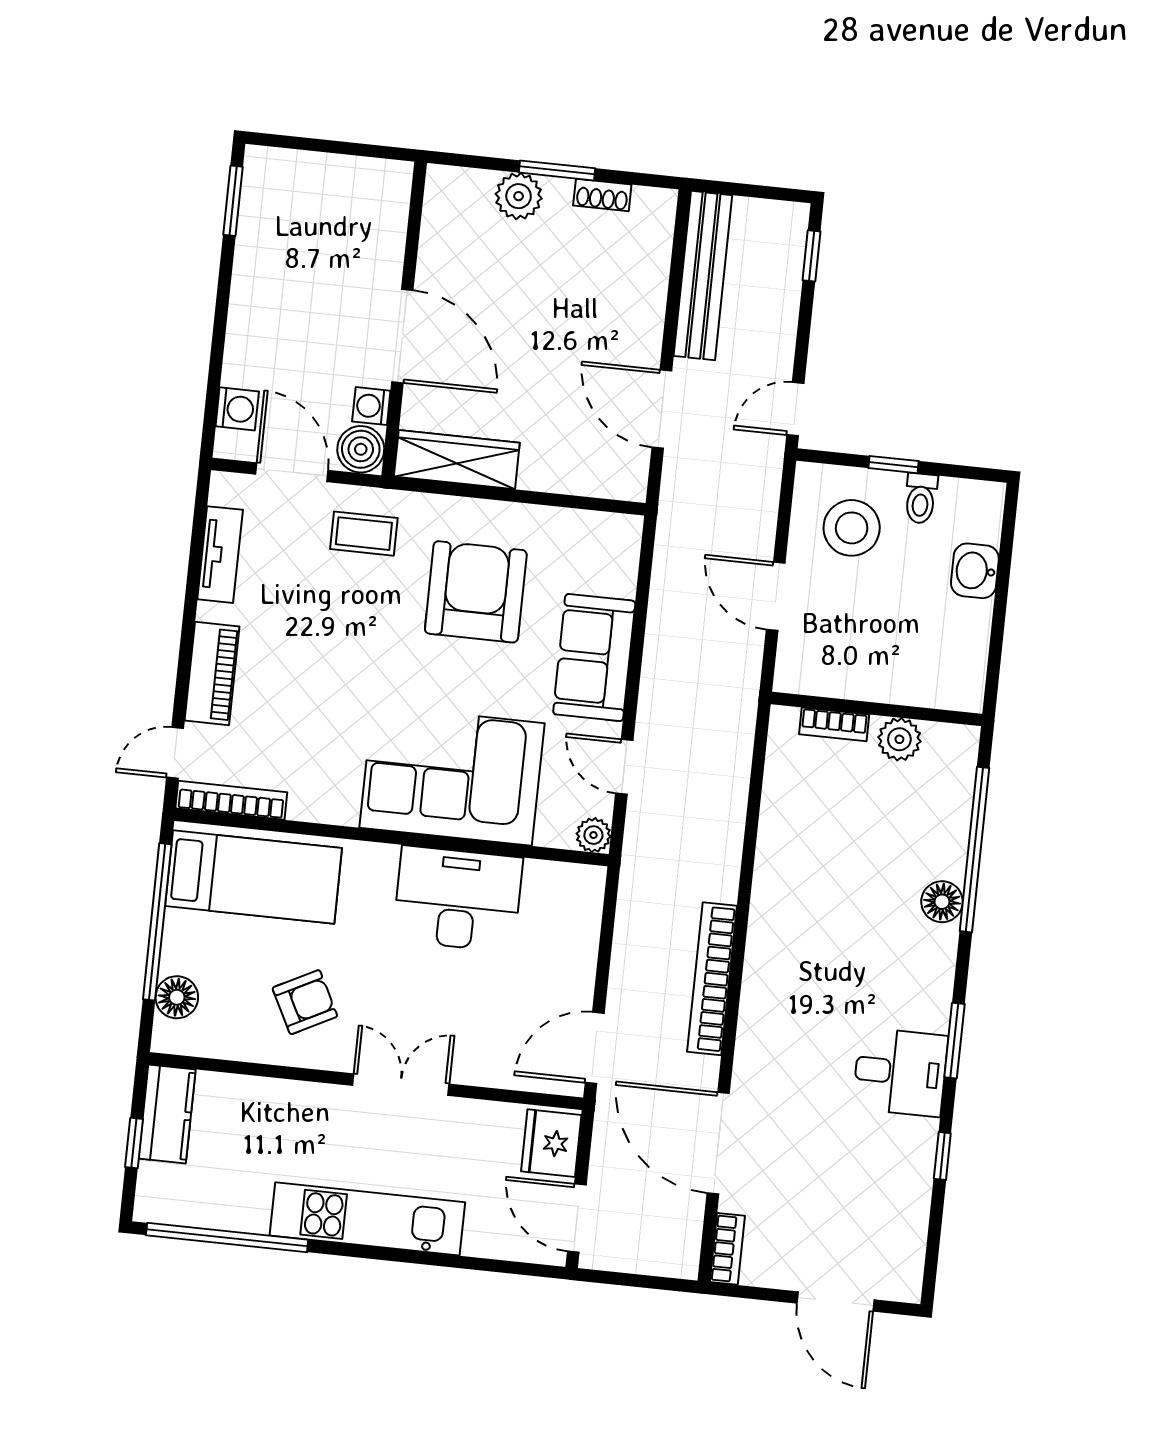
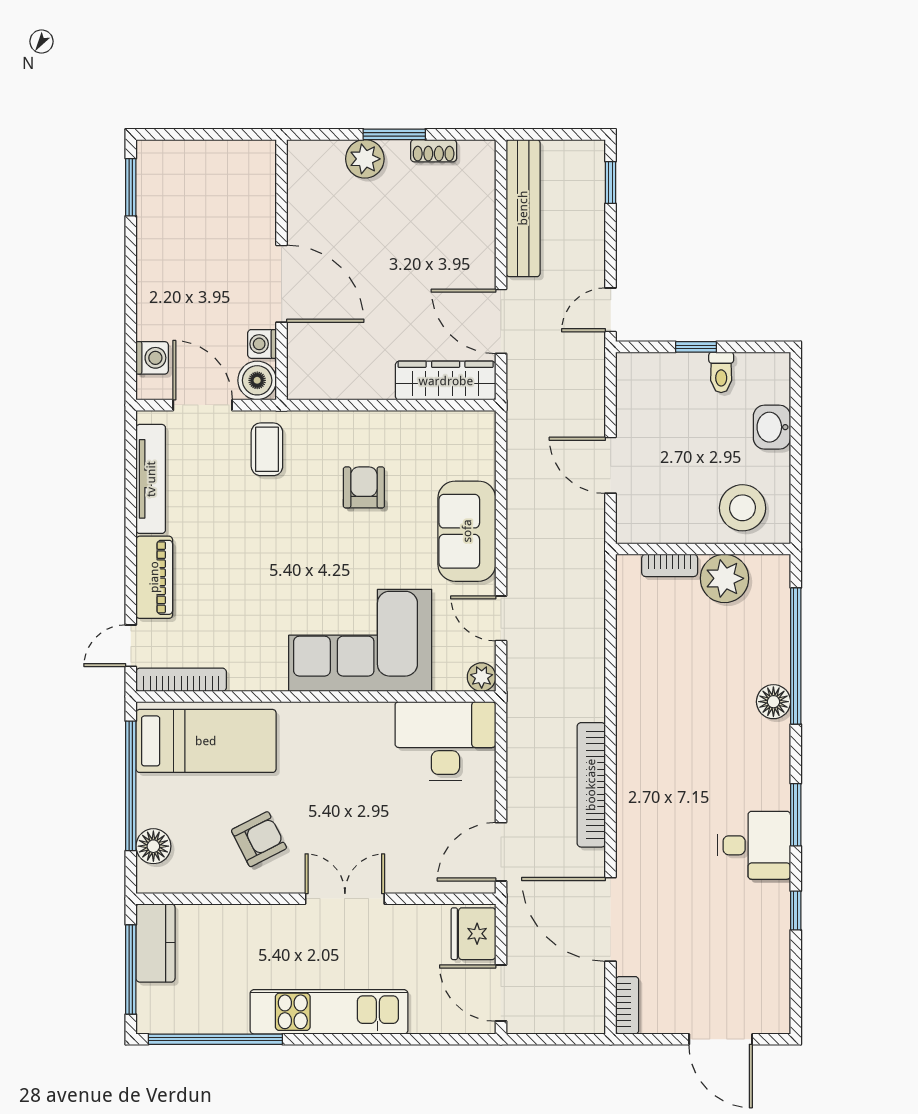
wardrobe: (457, 460) -> (446, 381), moved
stool: (852, 528) -> (743, 508), moved
coffee table: (364, 534) -> (267, 449), turned 90
tv unit: (220, 555) -> (151, 479), width x1.41
armchair: (476, 592) -> (364, 487), width x0.53, depth x0.53
plant: (899, 739) -> (724, 578), width x1.36, depth x1.36
desk: (458, 899) -> (445, 741), moved
window: (134, 1143) -> (131, 970), width x2.17

